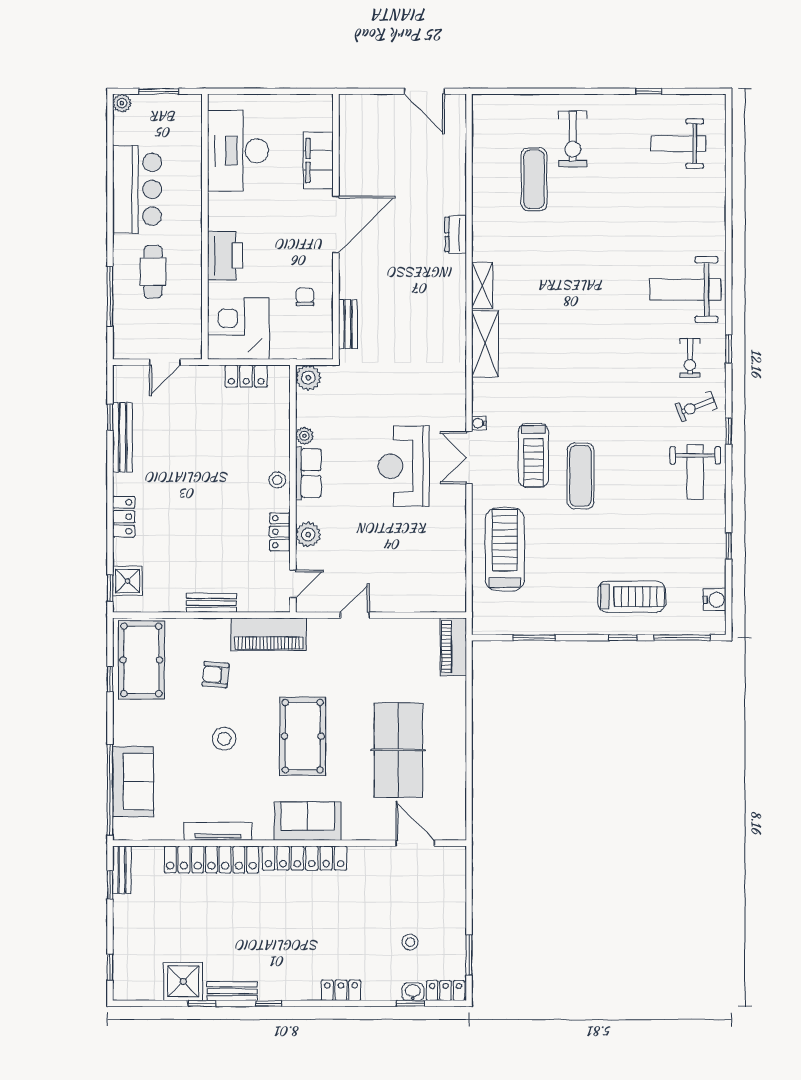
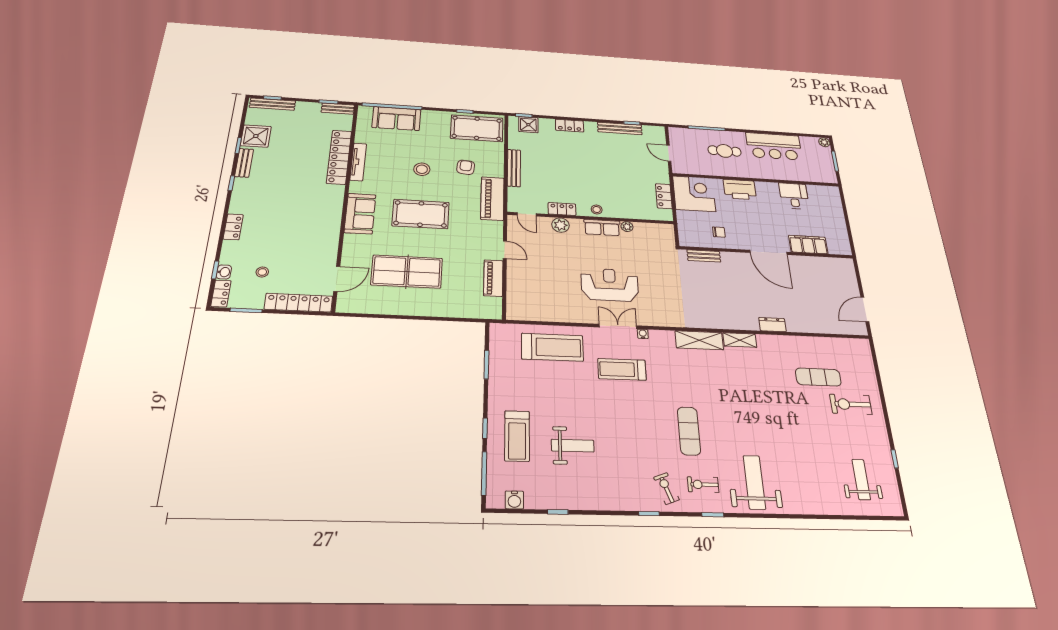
desk: (238, 151) -> (794, 196), width x0.53, depth x0.77
plant: (308, 378) -> (666, 231), removed
weight bench: (695, 472) -> (573, 446), moved, turned 180
exercise mat: (581, 476) -> (689, 431), moved, turned 90
bench: (211, 603) -> (514, 168), width x1.36
piano: (453, 647) -> (493, 278), moved, turned -90
locker: (305, 858) -> (298, 303), moved, turned 90
bench: (122, 966) -> (272, 104), added

